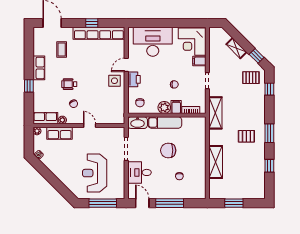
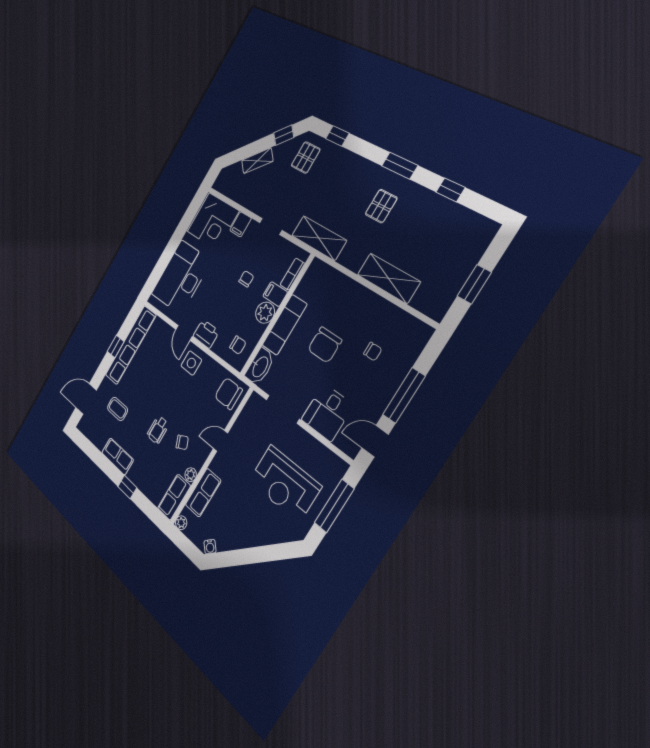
chair: (114, 114) -> (228, 394), added

